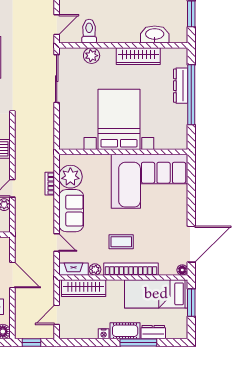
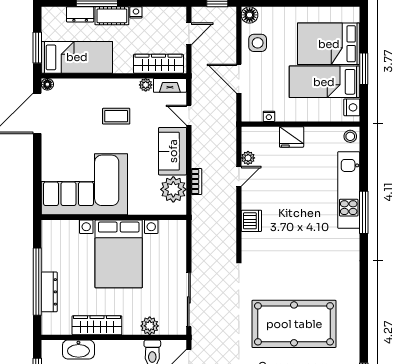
bookcase: (131, 269) -> (105, 85), removed

